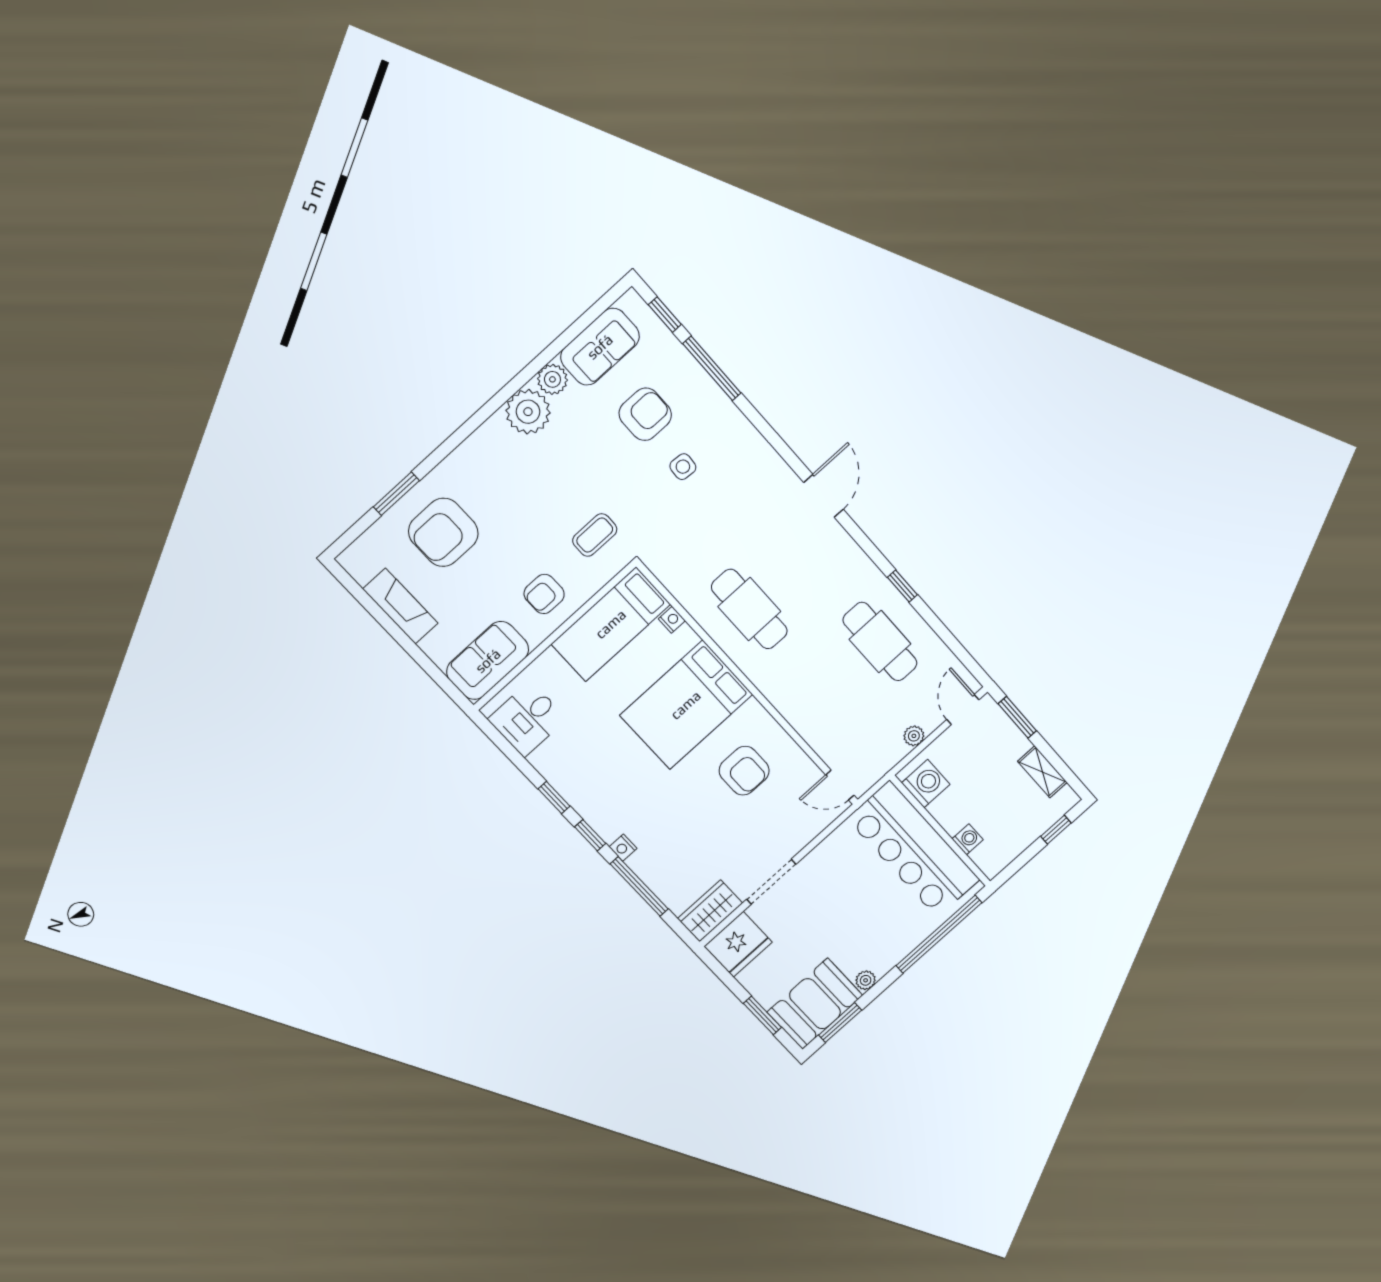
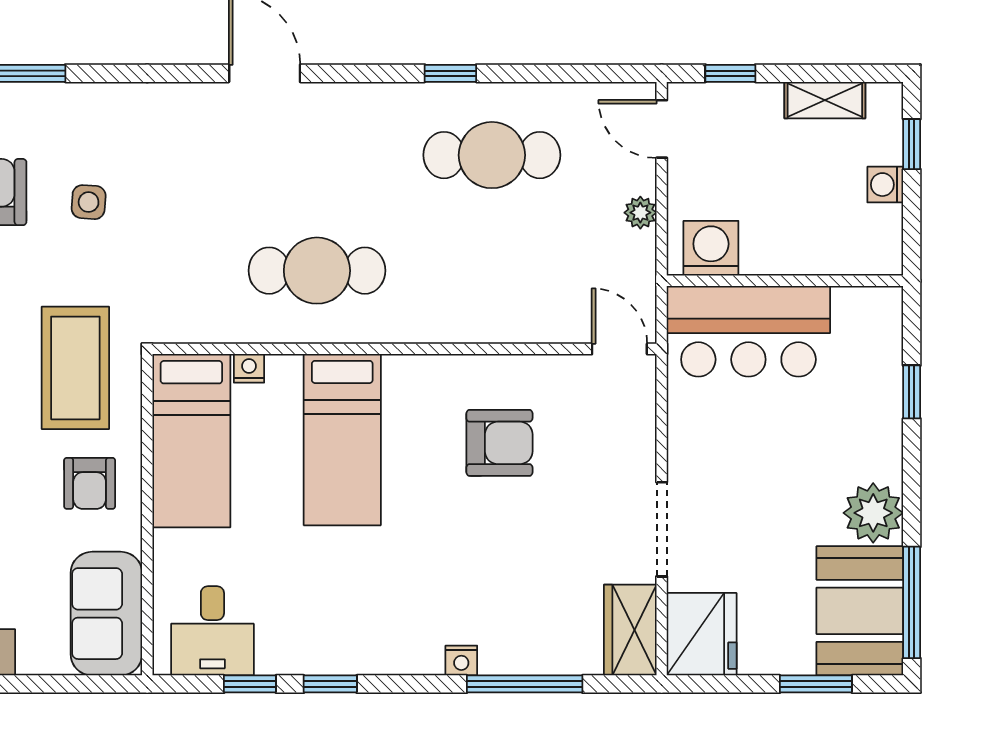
coffee table: (595, 535) -> (75, 368), width x1.86, depth x1.72
bed: (686, 705) -> (342, 440), width x0.67
window: (1017, 717) -> (730, 73), width x0.67
door: (840, 785) -> (619, 349), swing flipped
window: (590, 835) -> (250, 684), moved
washing machine: (968, 839) -> (885, 185), moved, turned -90
bar counter: (914, 849) -> (748, 331), width x0.73
window: (939, 934) -> (912, 392), width x0.32
plant: (866, 980) -> (873, 513), width x1.87, depth x1.87
window: (840, 1023) -> (912, 602), width x1.44

